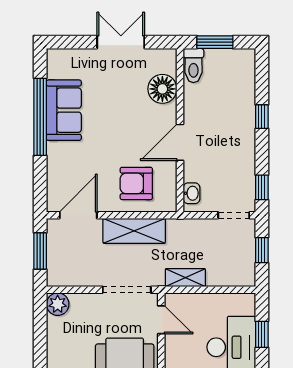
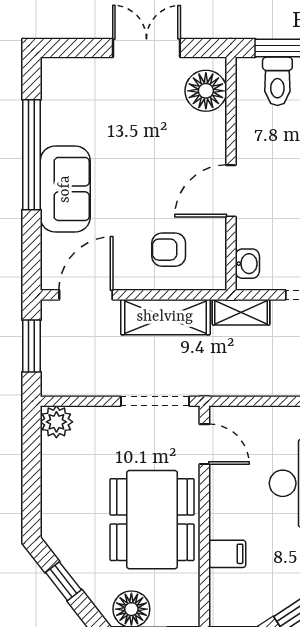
toilet: (193, 65) -> (277, 81), moved
floor lamp: (162, 89) -> (206, 91), moved
sofa: (64, 110) -> (65, 189), moved
armchair: (136, 183) -> (169, 250), width x0.72, depth x0.72
shelving: (185, 278) -> (241, 312), moved

